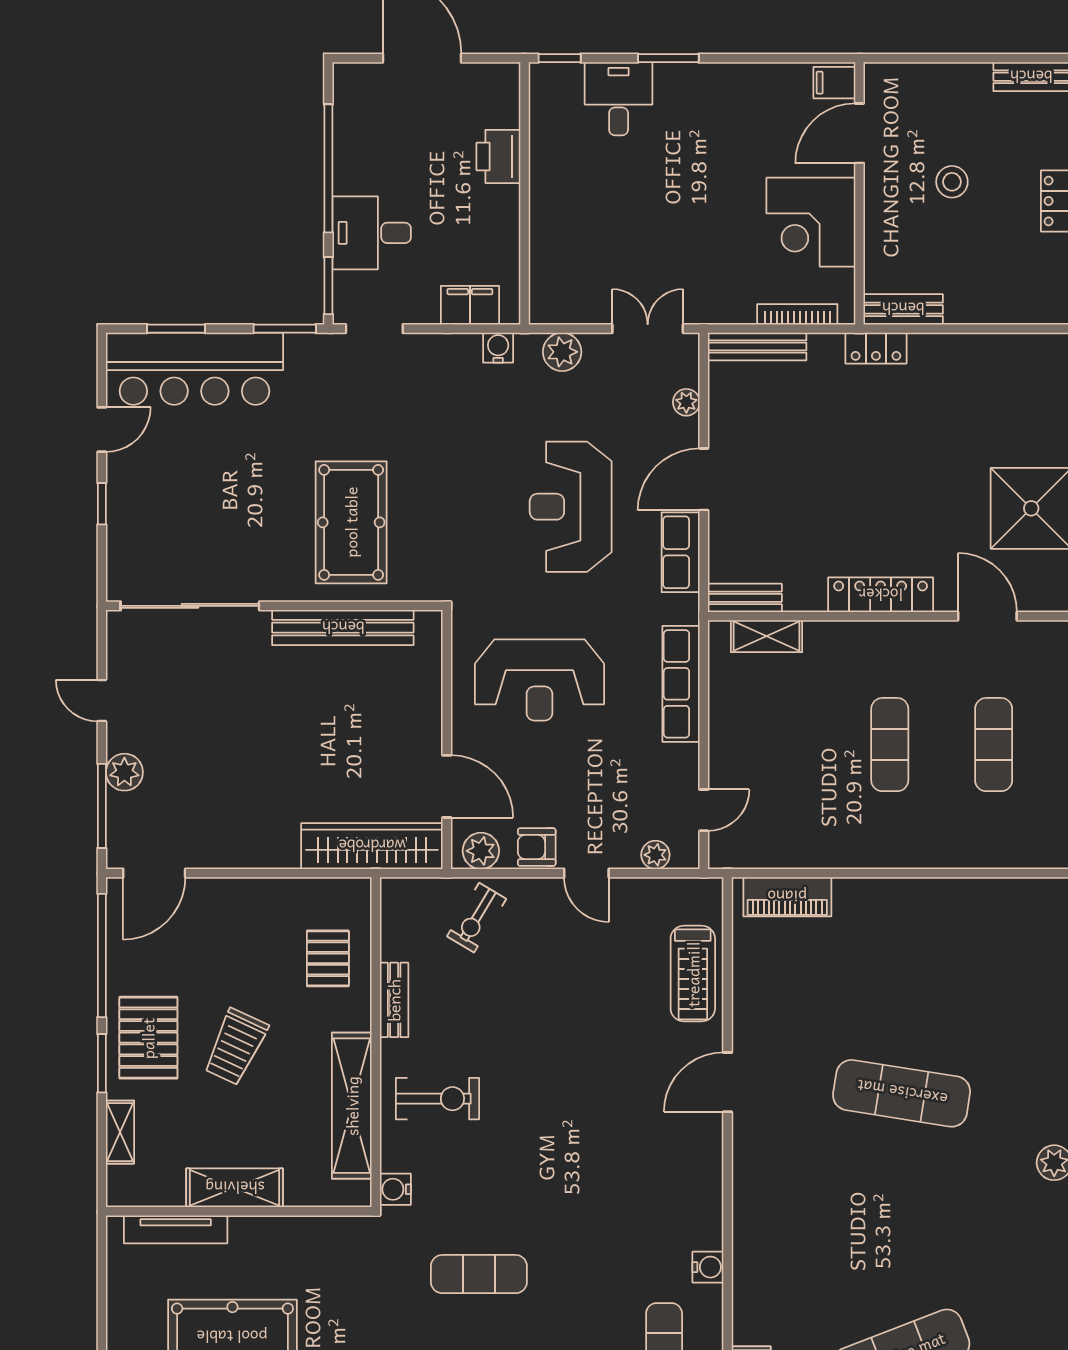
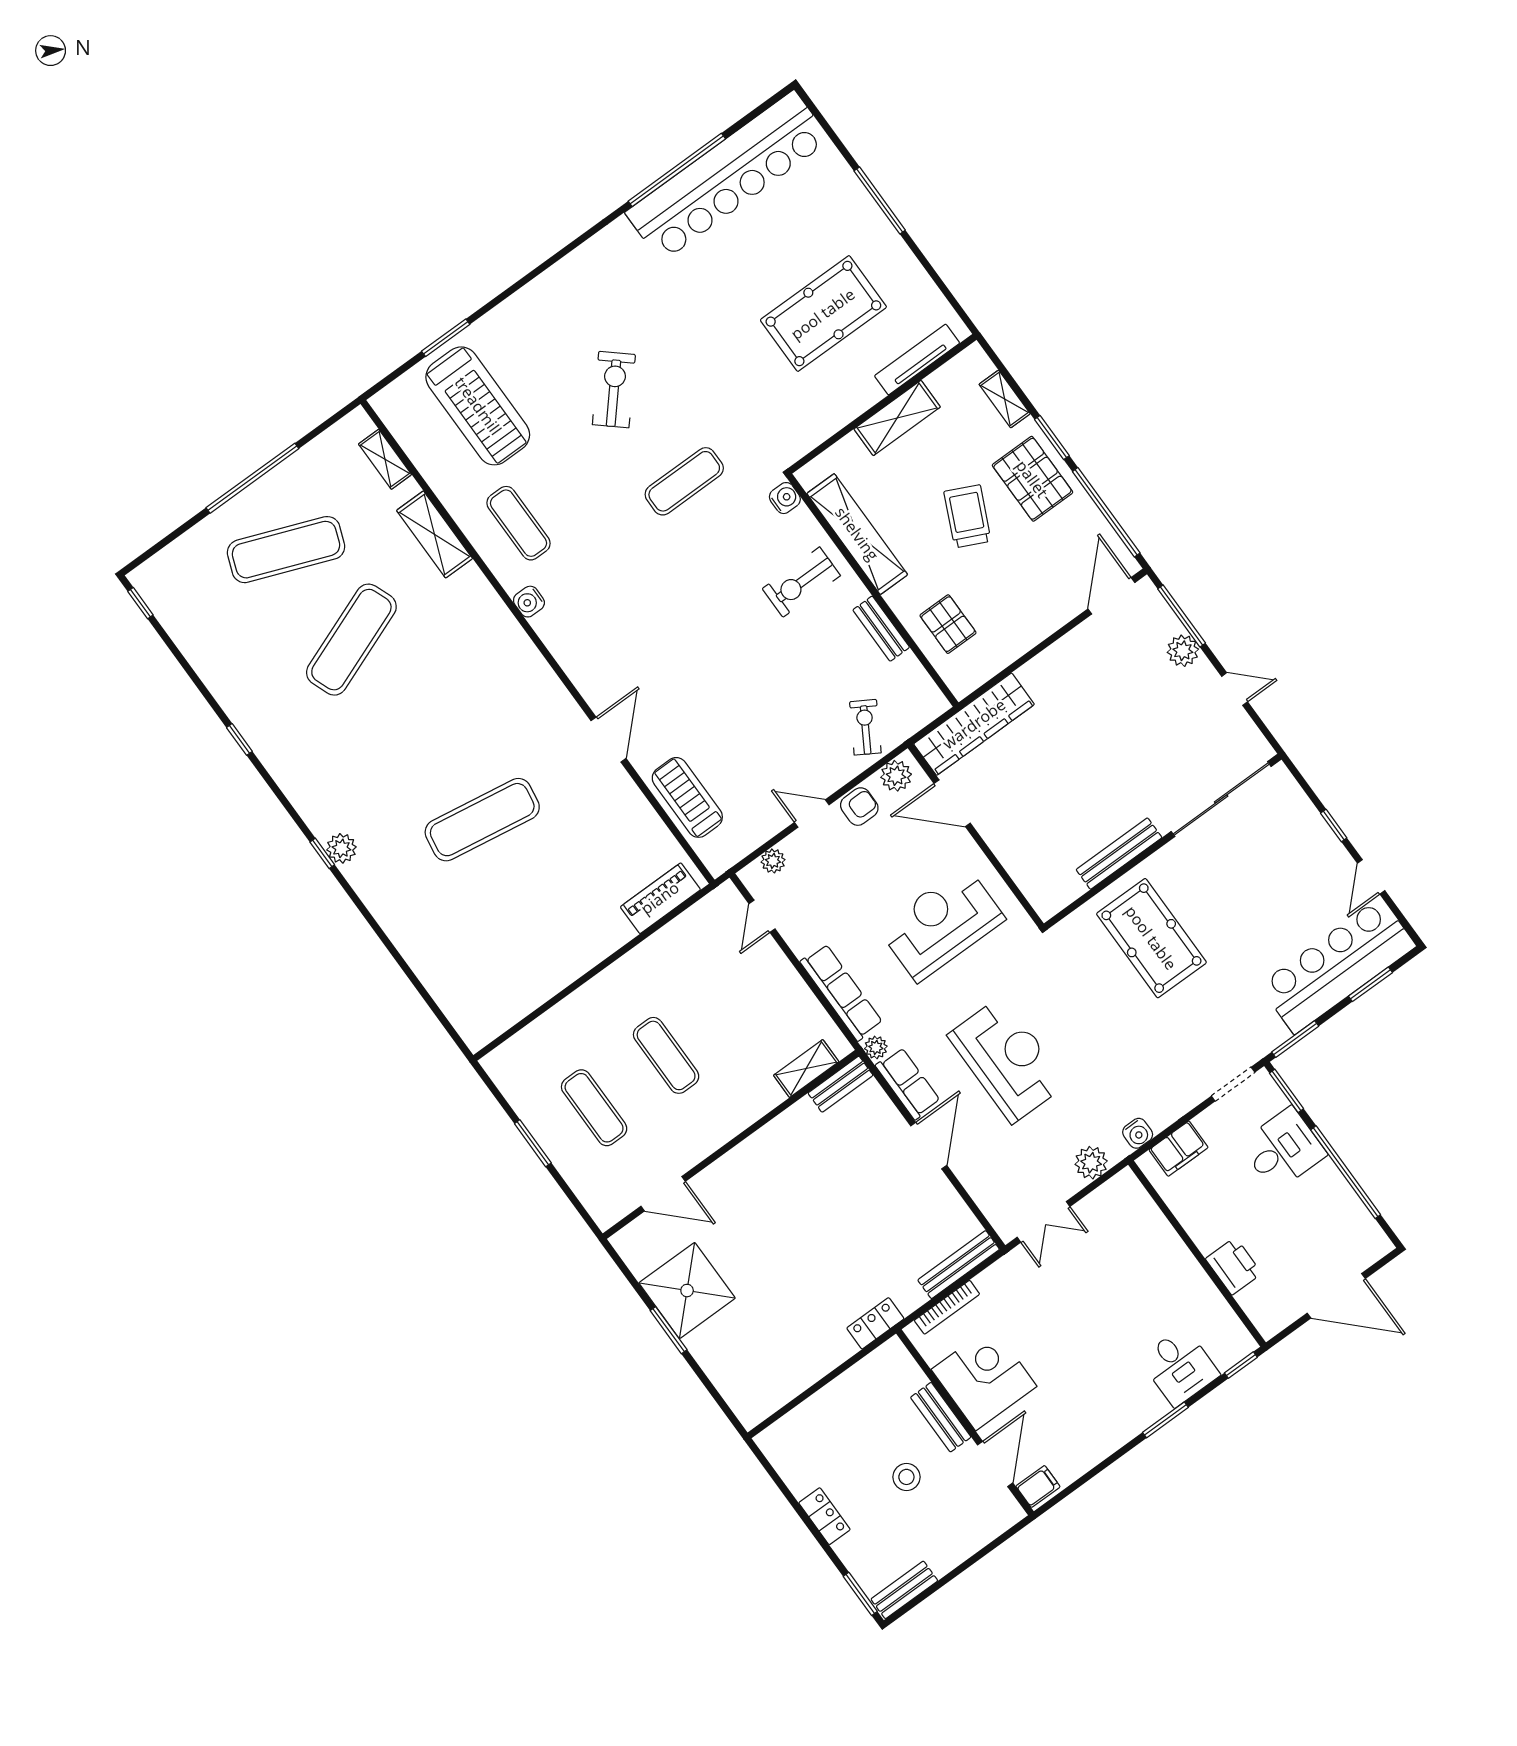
bench: (903, 309) -> (941, 1417), moved, turned 90
plant: (686, 402) -> (876, 1047), moved
locker: (881, 595) -> (748, 1155), removed
bench: (343, 628) -> (1119, 854), width x0.73, depth x0.82

